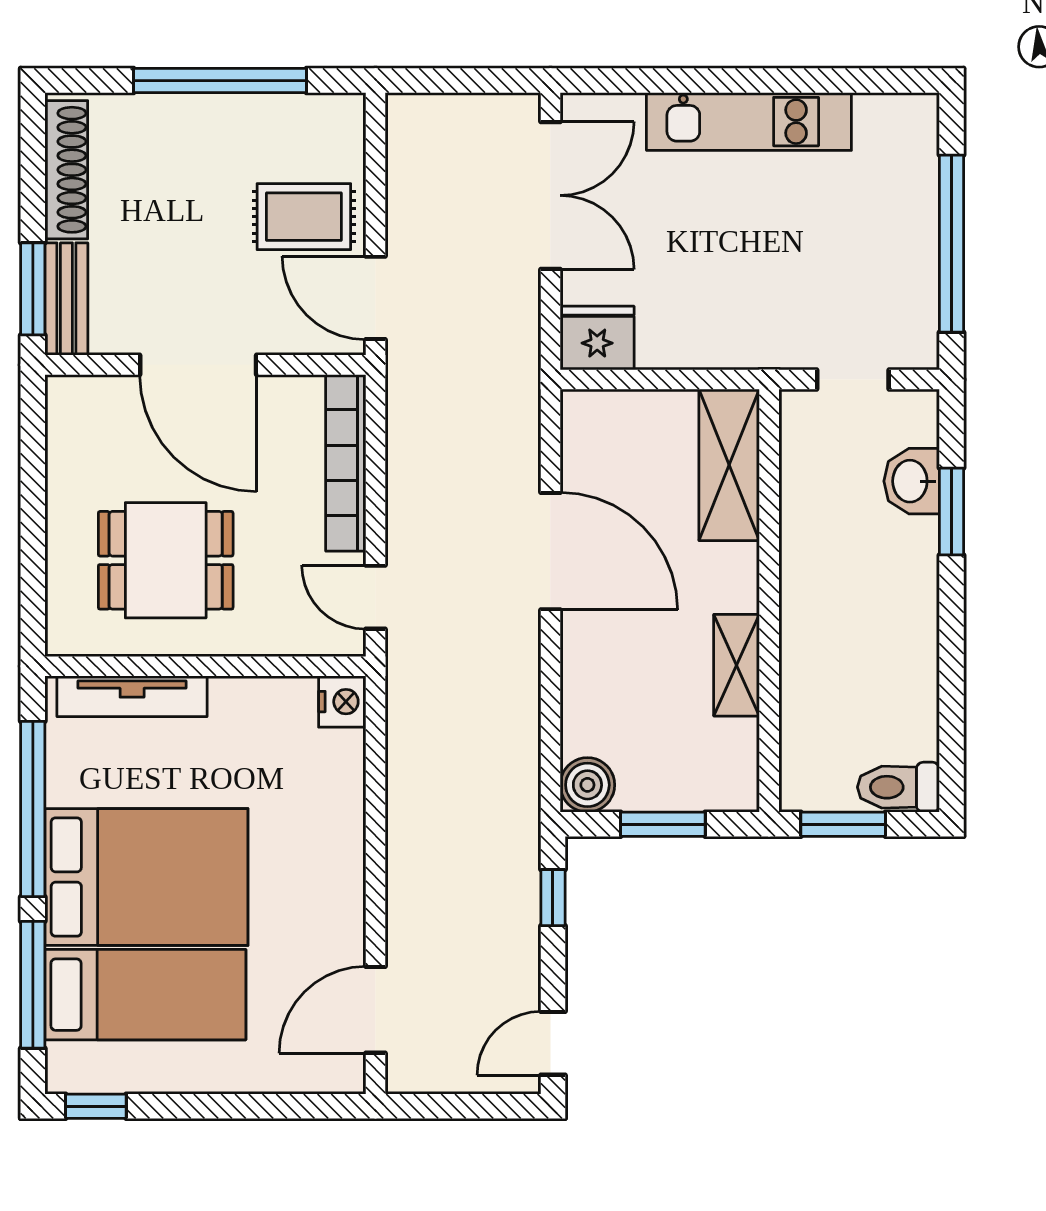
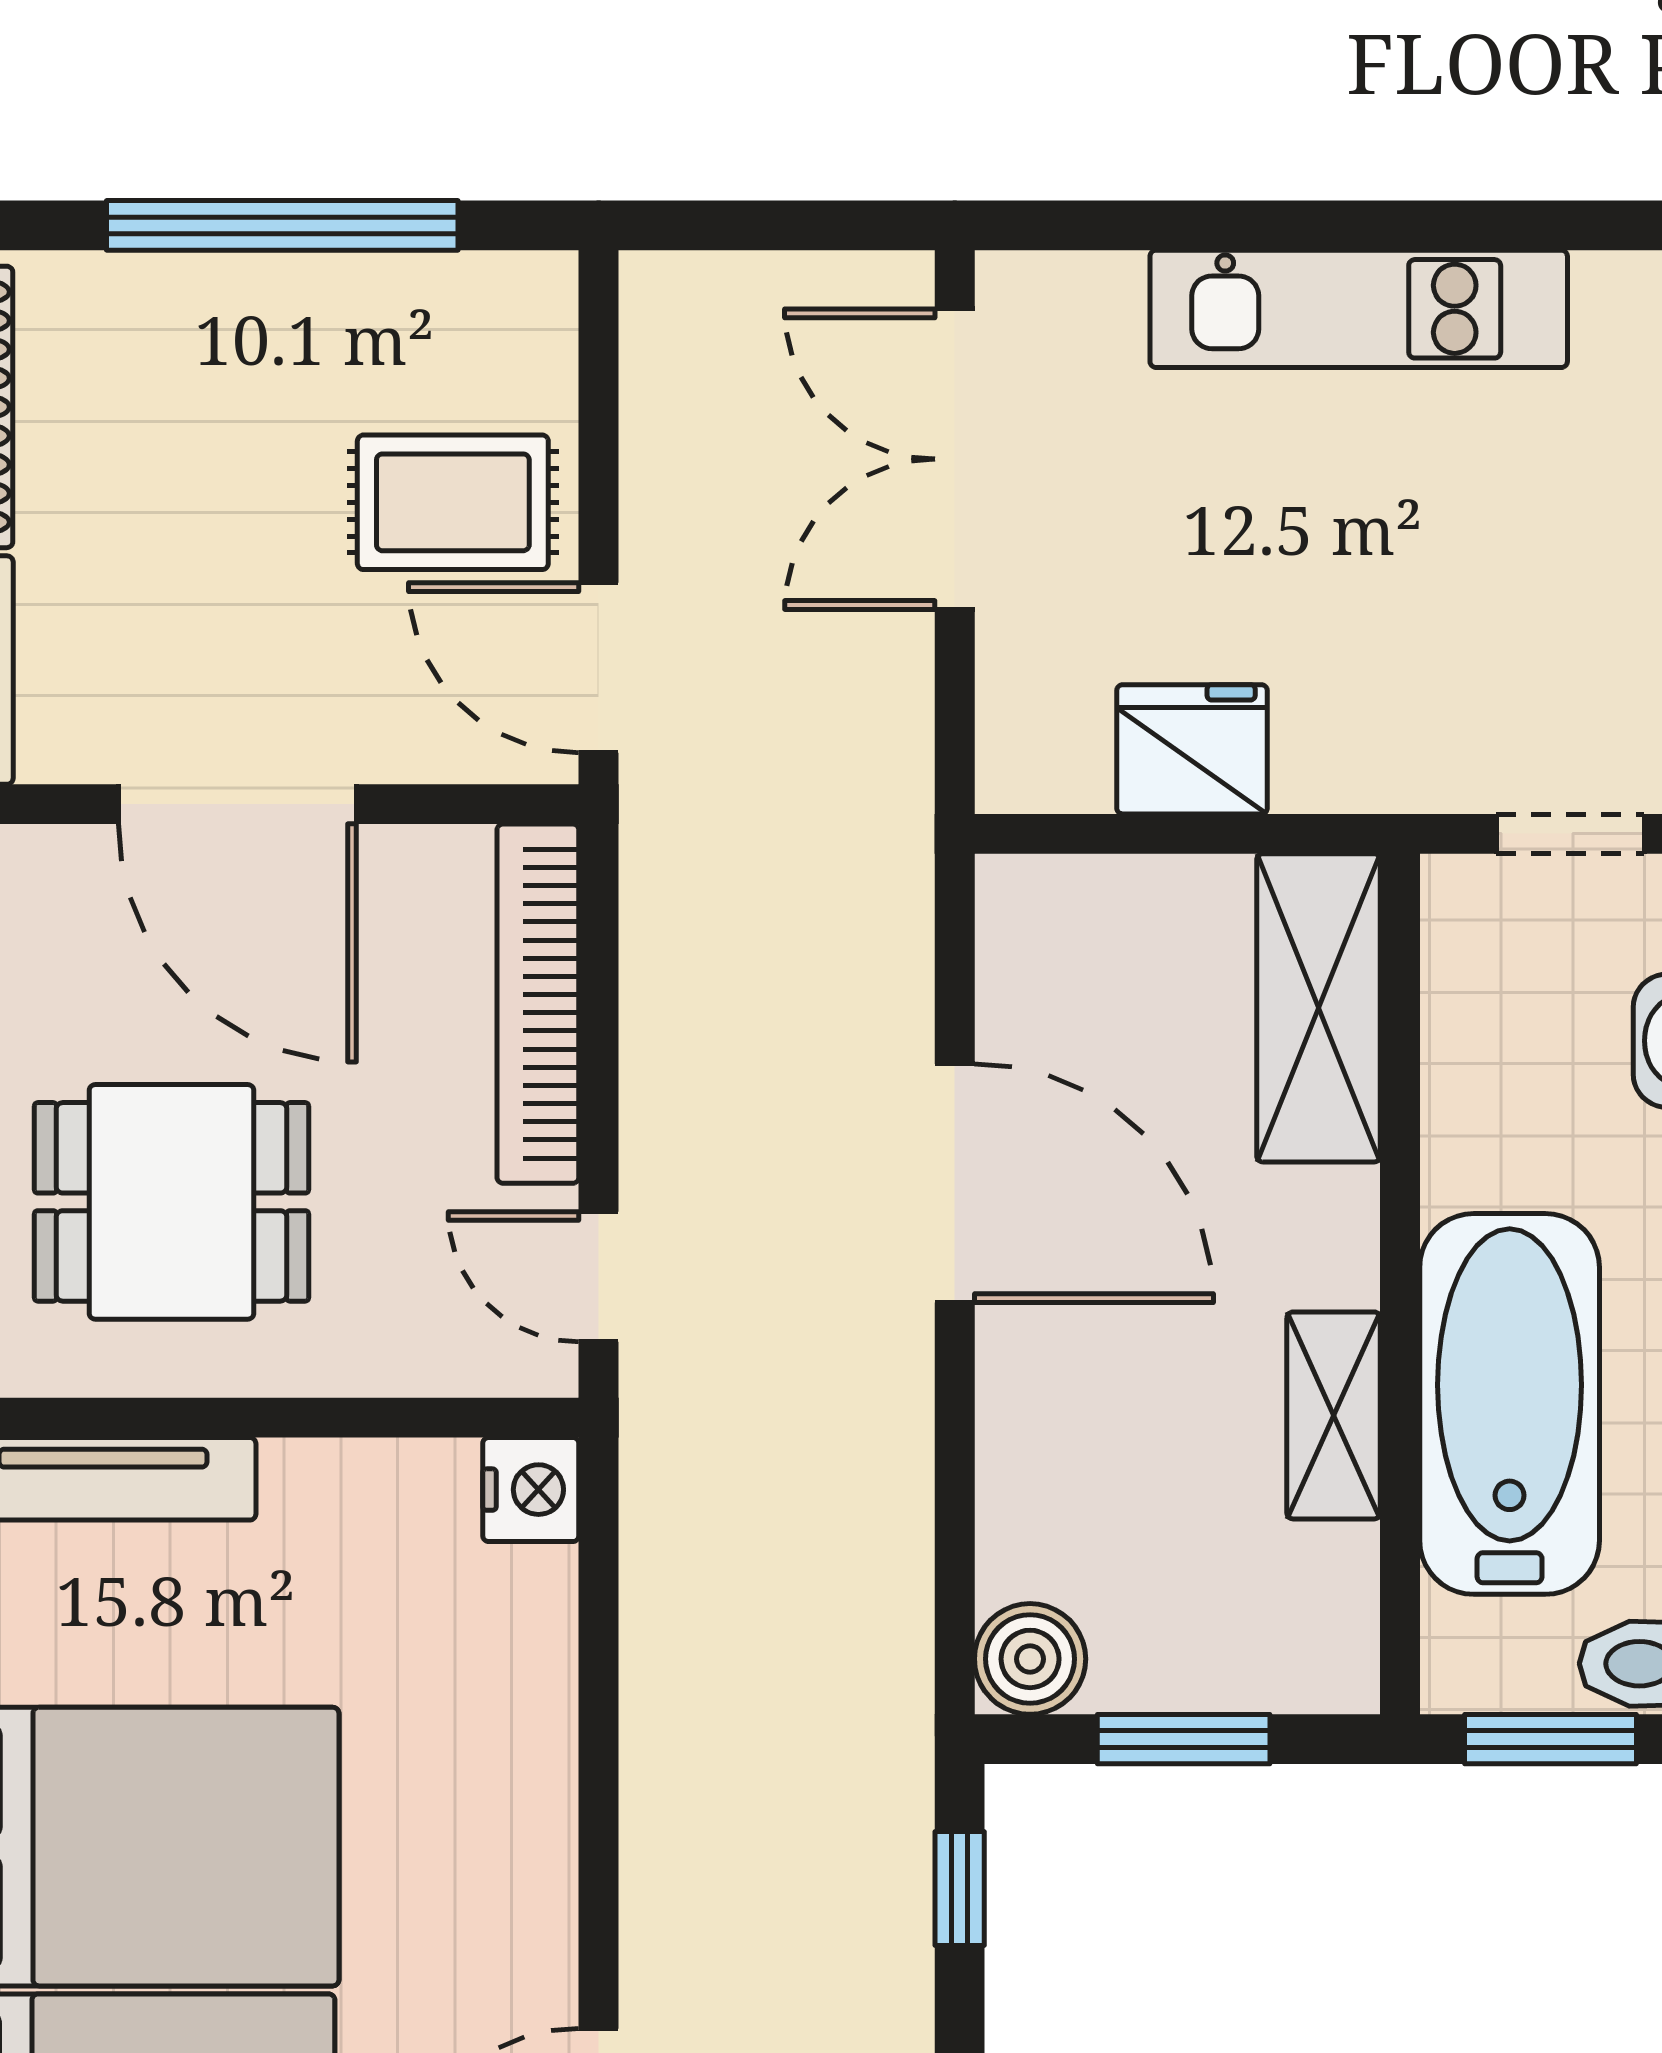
double door: (550, 195) -> (955, 459), swing flipped
fridge: (597, 338) -> (1192, 749), moved
bathtub: (823, 660) -> (1510, 1404), added

